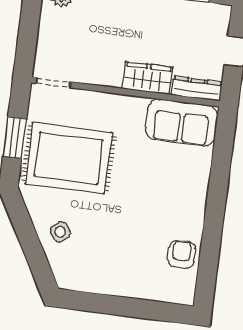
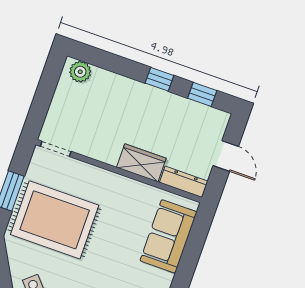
sofa: (181, 122) -> (168, 236), moved, turned 90

